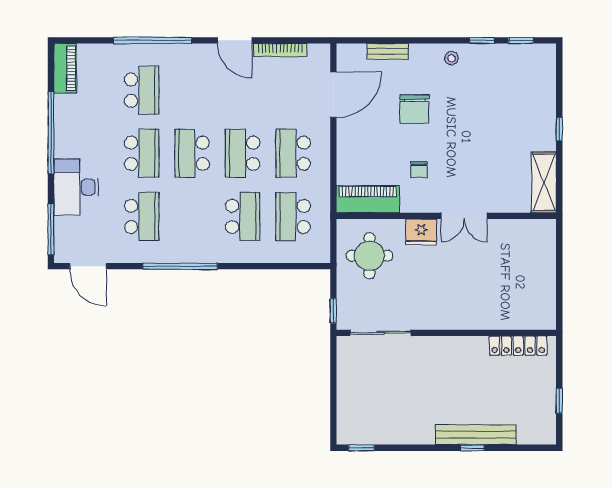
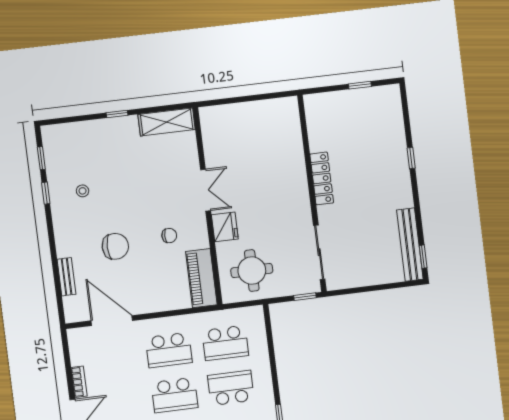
bookcase: (280, 50) -> (79, 382), width x0.64
stool: (452, 58) -> (83, 191), moved
locker: (518, 346) -> (322, 178), moved
bench: (476, 435) -> (410, 245), moved

